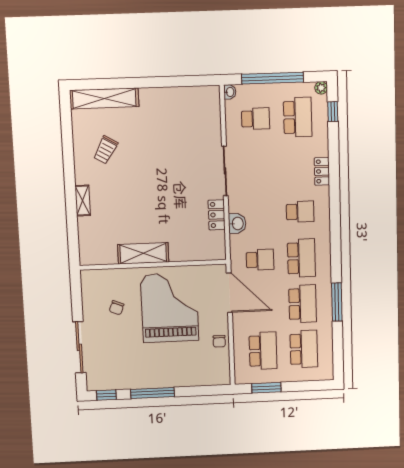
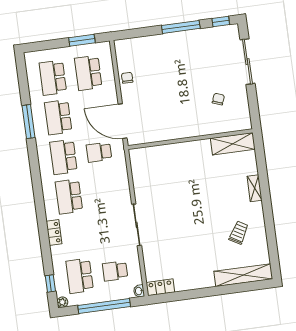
school desk: (300, 212) -> (69, 197), width x1.85
locker: (217, 215) -> (160, 287), moved, turned -90
washbasin: (237, 223) -> (122, 181), removed
shelving: (143, 253) -> (233, 144), moved
grand piano: (170, 308) -> (173, 103), removed

